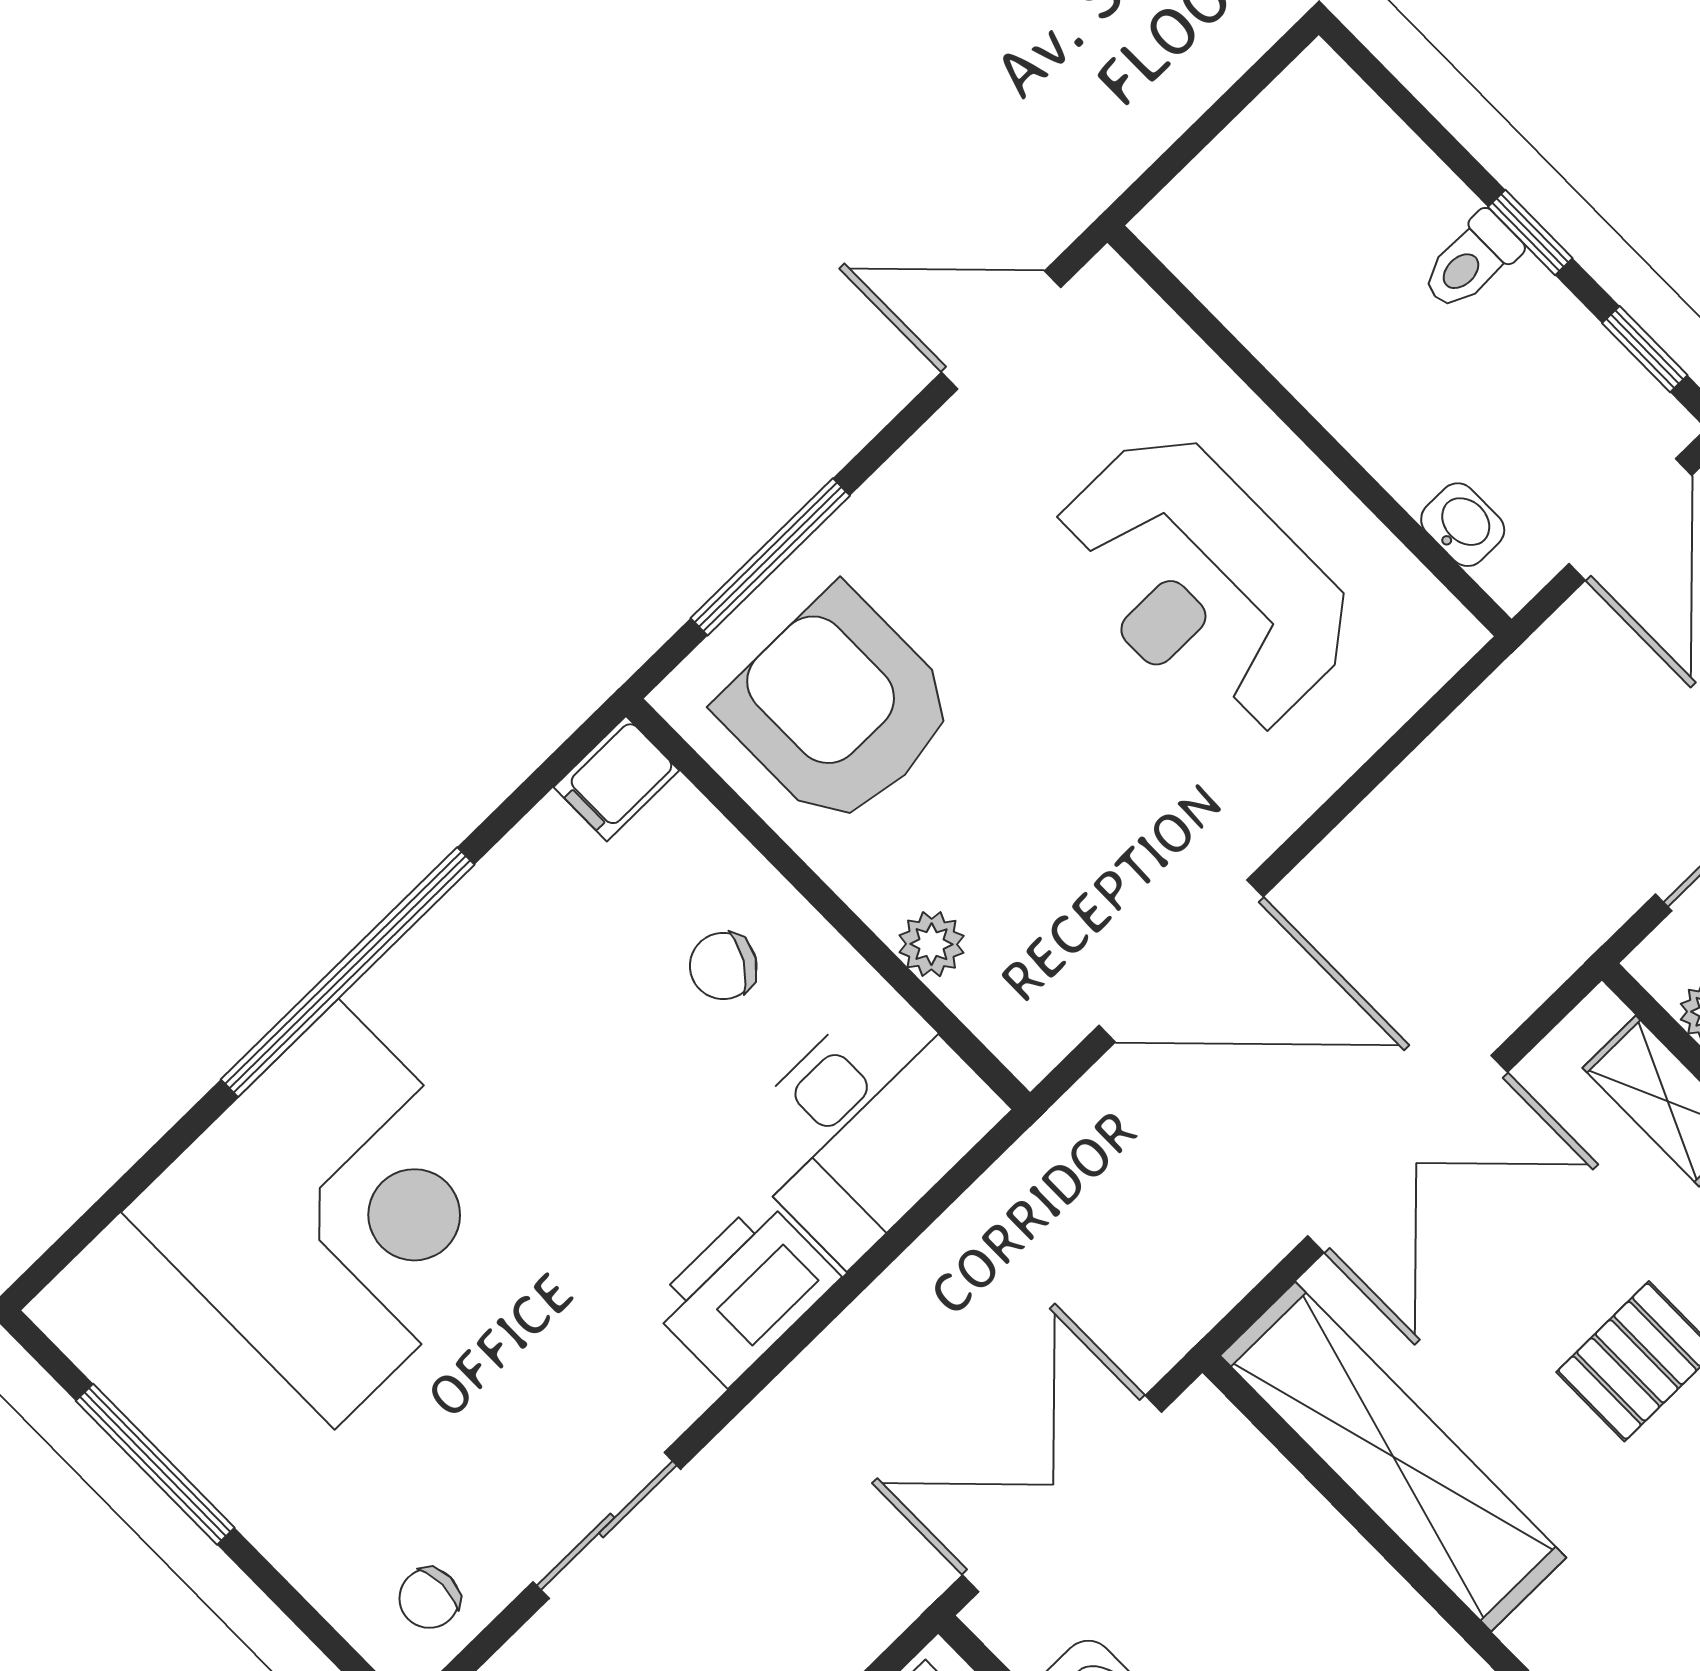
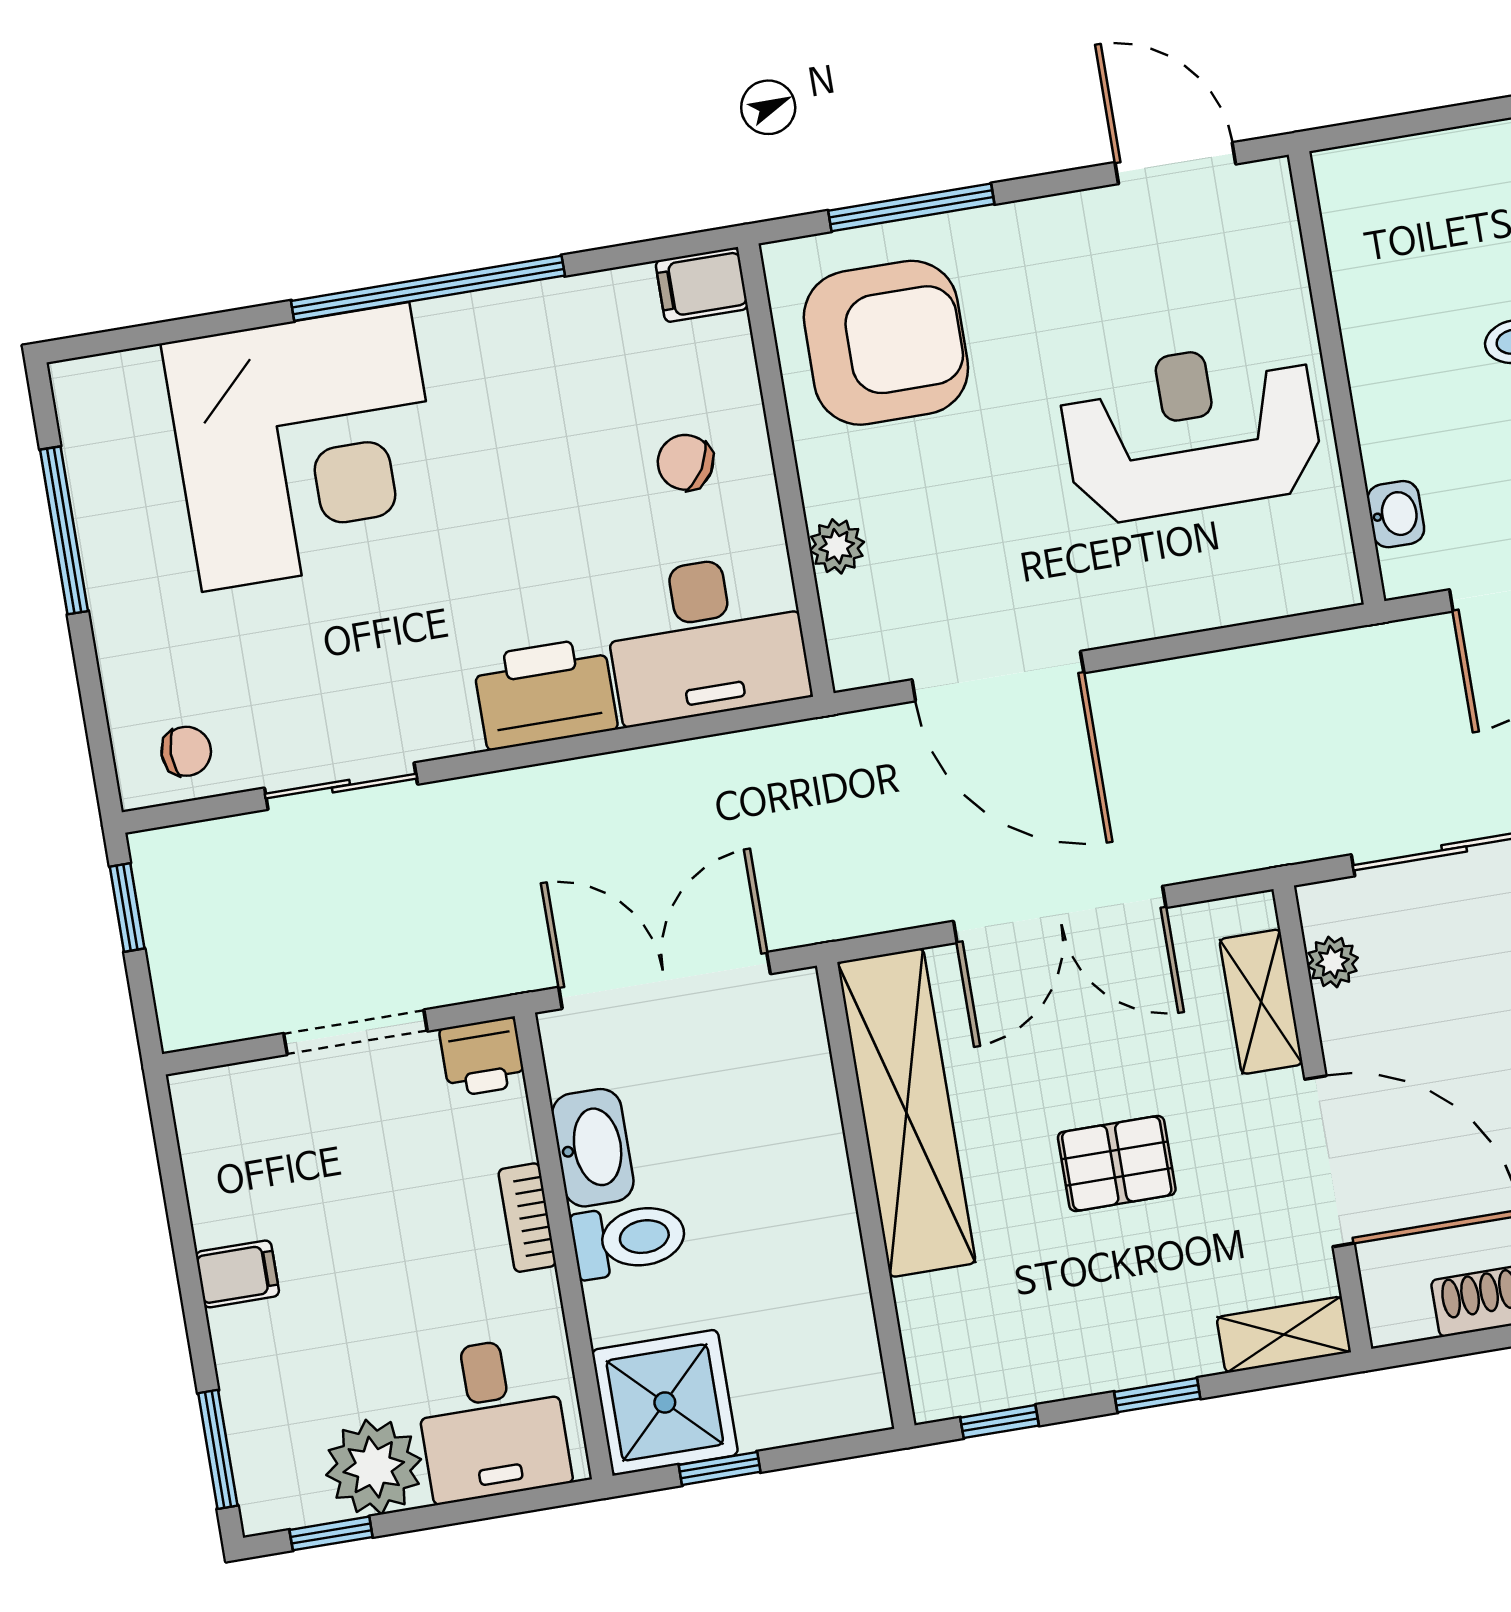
reception desk: (1203, 584) -> (1191, 431), turned 90
armchair: (839, 708) -> (886, 343), turned 90
chair: (429, 1598) -> (186, 751), turned 180

